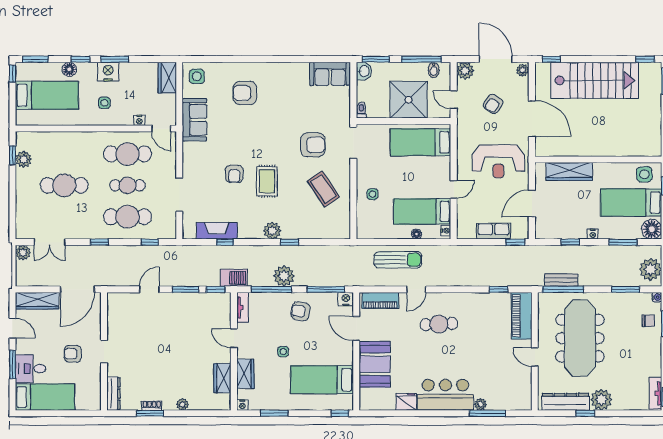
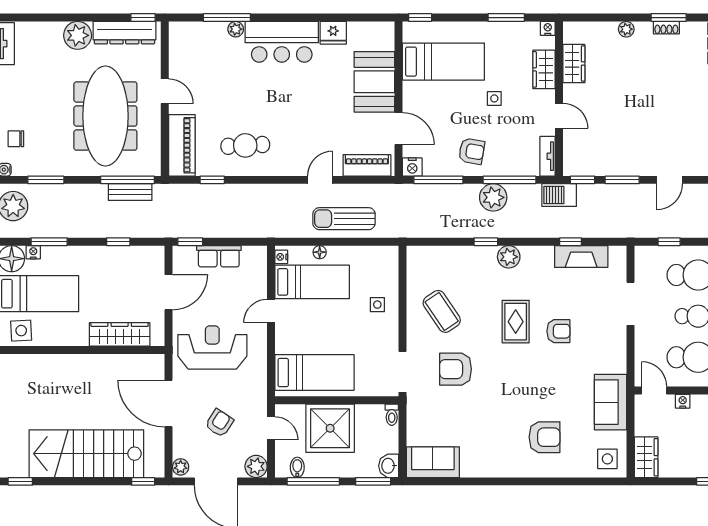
armchair: (234, 174) -> (558, 331), turned 90
nightstand: (593, 234) -> (33, 252), moved
cafe table: (439, 324) -> (245, 145), moved
window: (585, 413) -> (143, 18), moved

